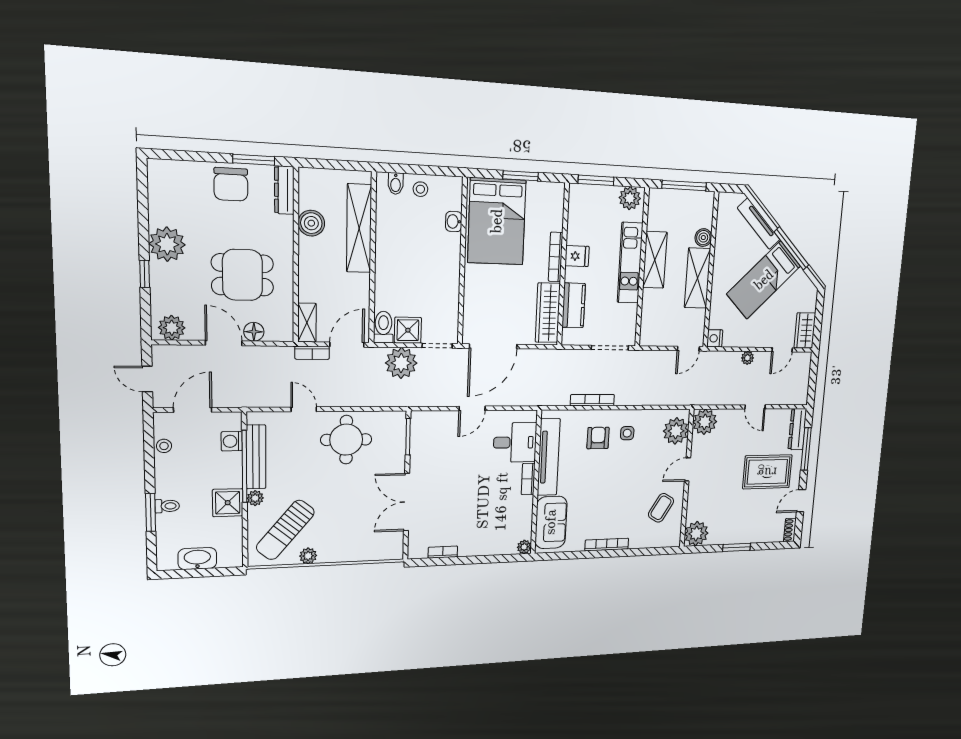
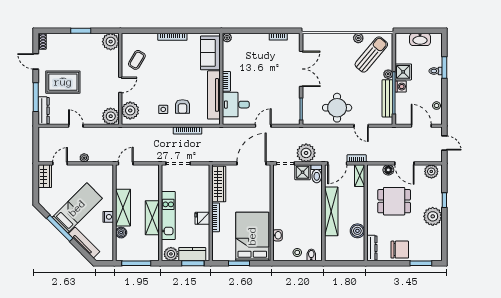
window: (254, 160) -> (421, 263), moved
chair: (231, 184) -> (400, 250), turned 90
shelving: (359, 228) -> (331, 211), moved
kitchen counter: (574, 305) -> (192, 254), moved, turned 90
nightstand: (715, 338) -> (108, 217), moved
door: (193, 410) -> (421, 126), swing flipped
washing machine: (232, 441) -> (401, 87), moved
door: (801, 501) -> (36, 61), swing flipped

